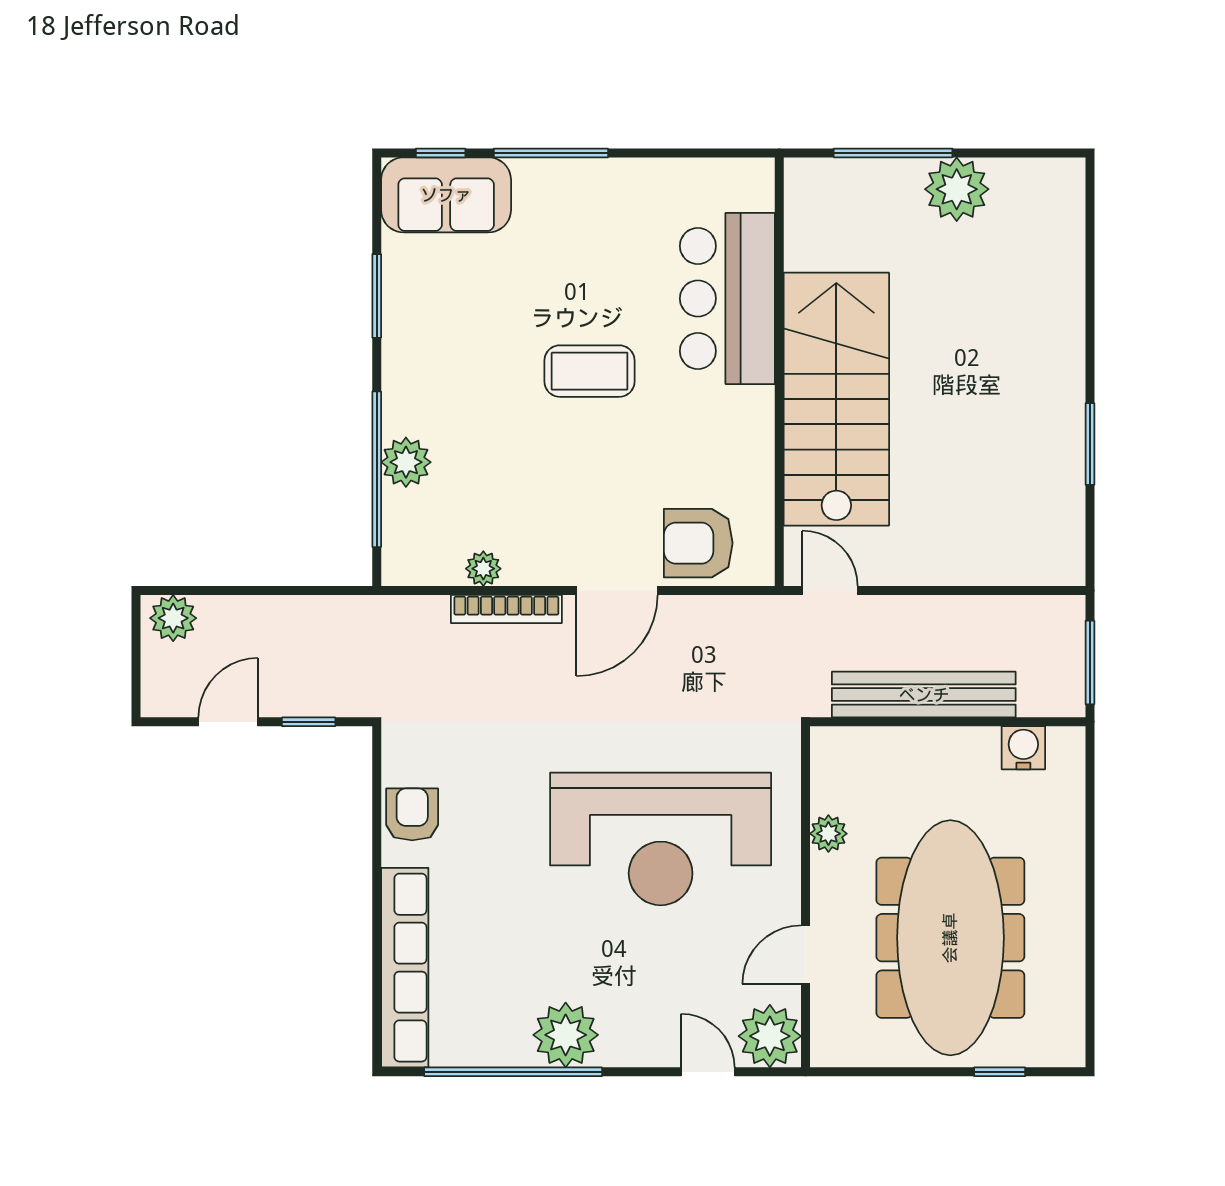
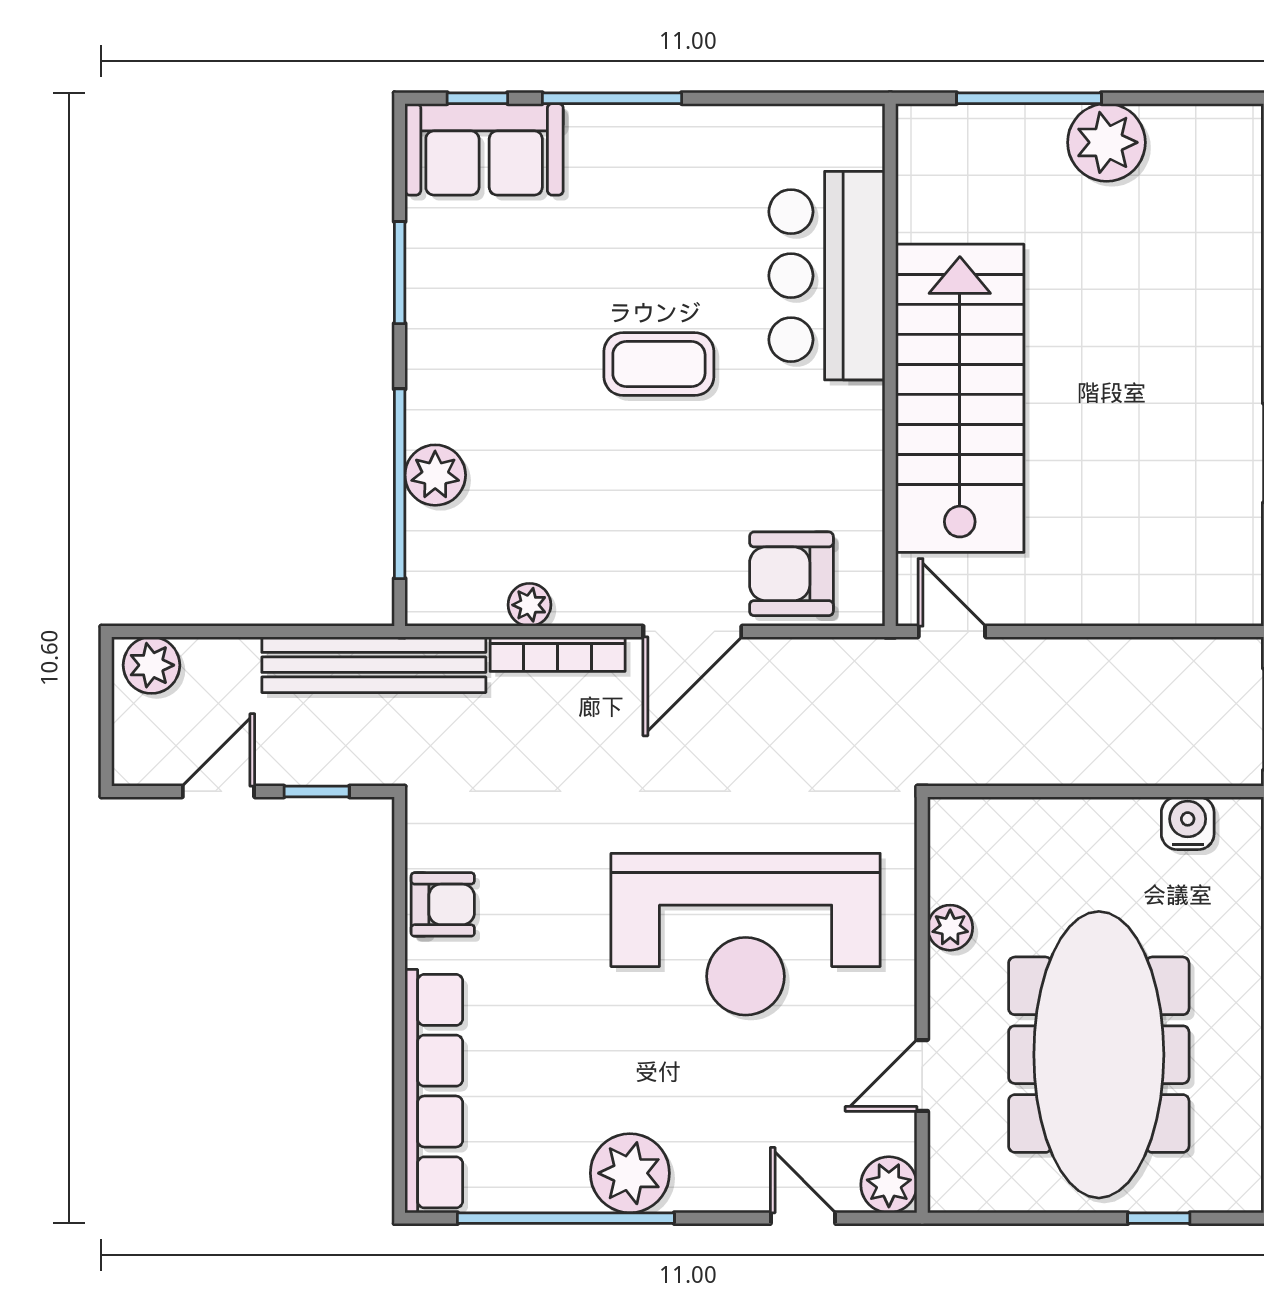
bench: (924, 695) -> (374, 665), moved
armchair: (412, 814) -> (443, 904), turned 90
plant: (770, 1036) -> (889, 1185), width x0.73, depth x0.73

